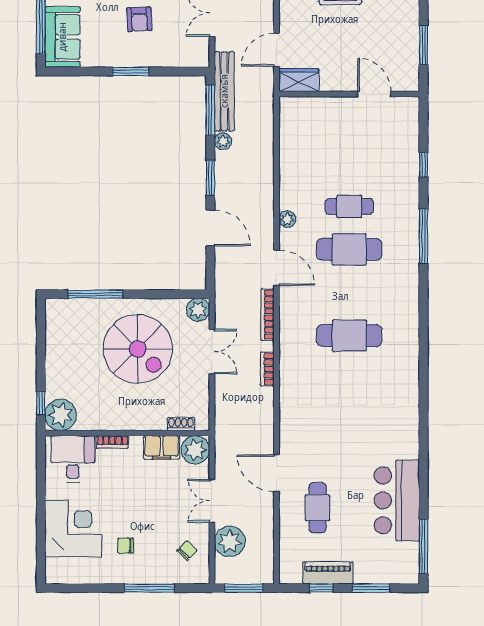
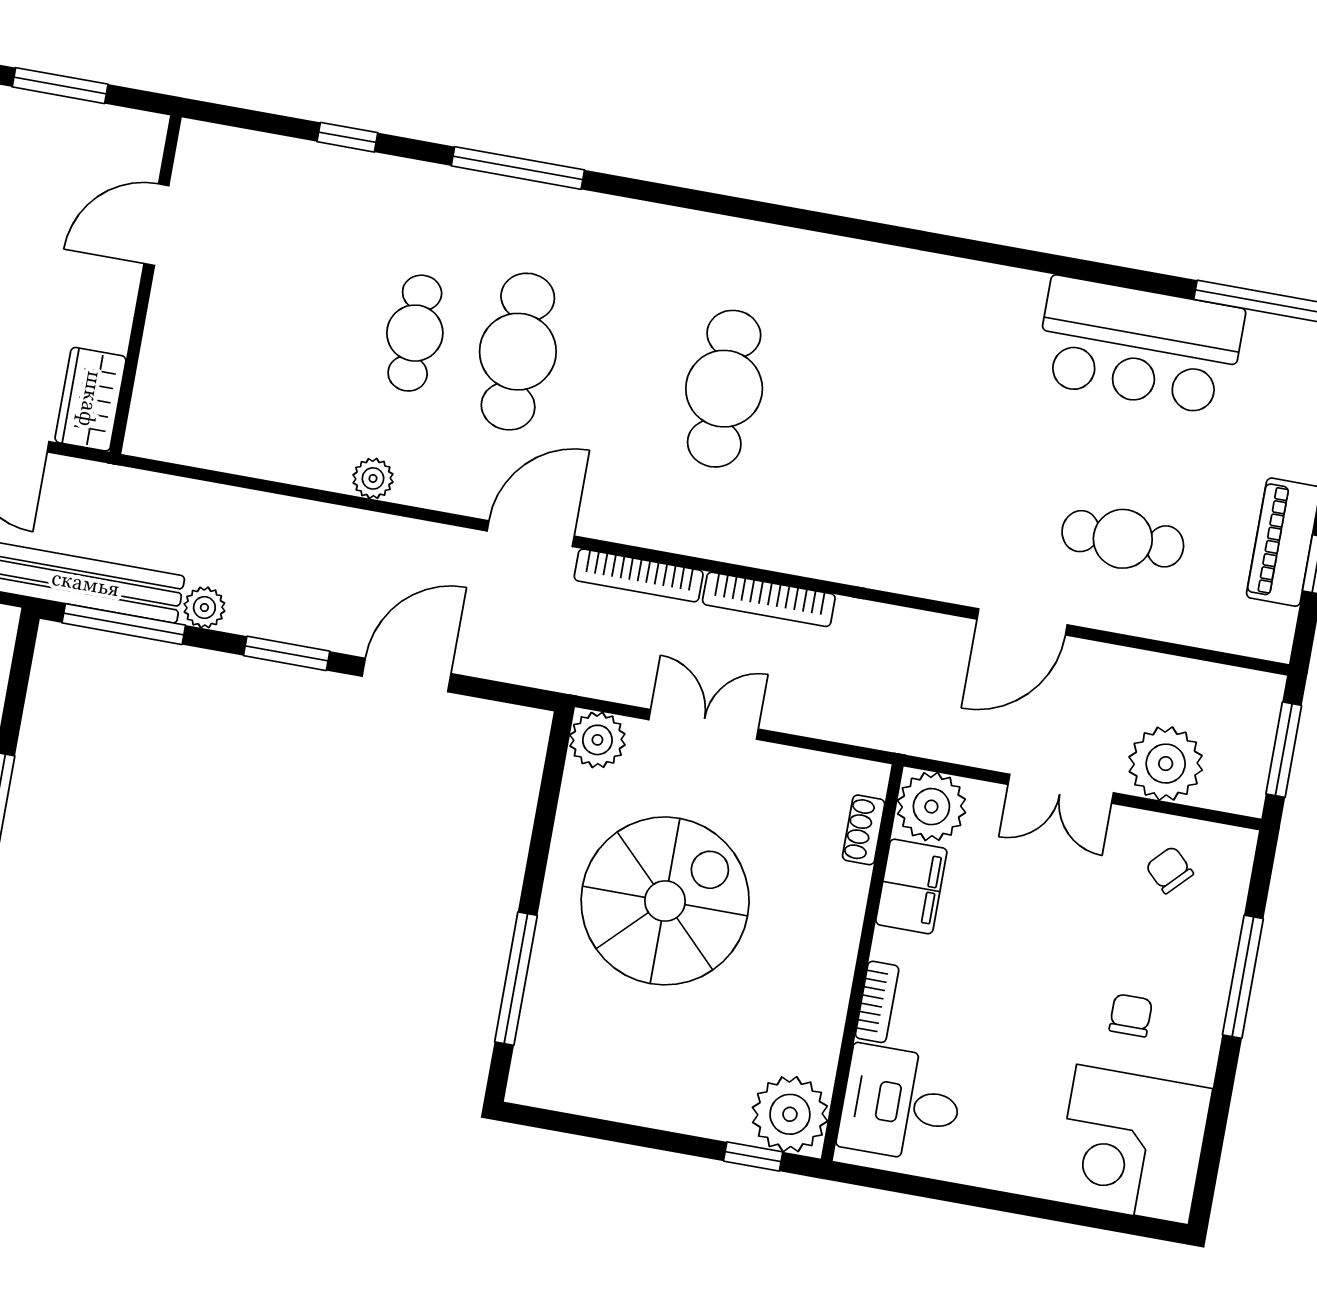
plant: (287, 219) -> (373, 478), moved
bookcase: (267, 369) -> (769, 599), width x1.56
corner desk: (73, 529) -> (1132, 1145), moved, turned -90
chair: (125, 546) -> (1131, 1015), turned 180

